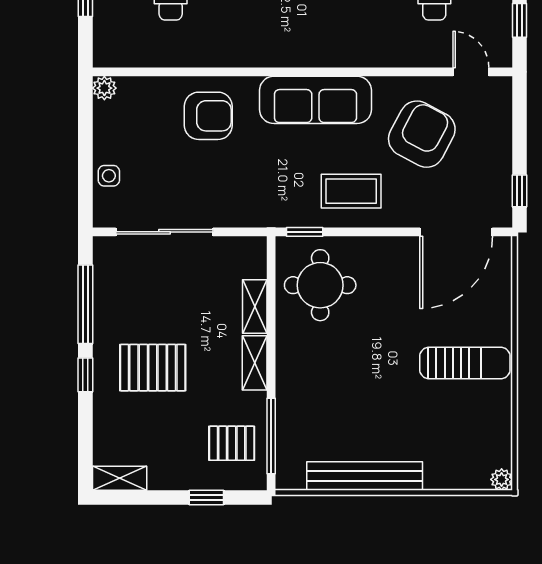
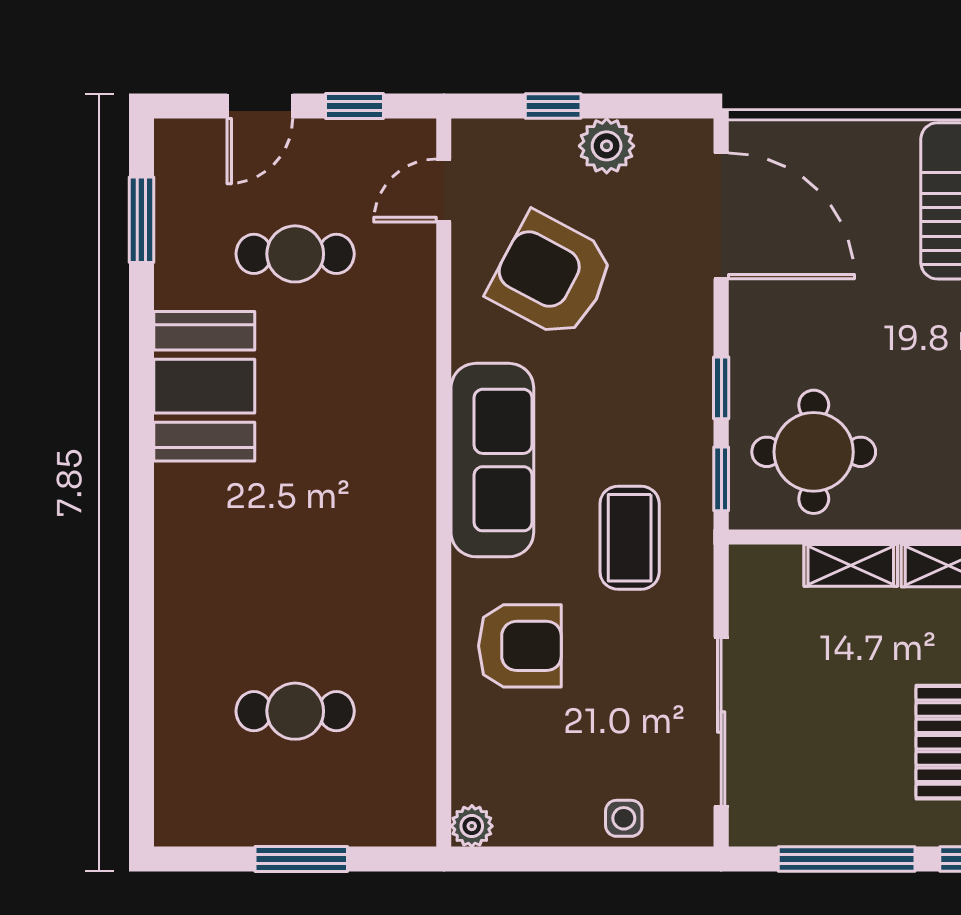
armchair: (208, 116) -> (520, 646), turned 90
plant: (497, 166) -> (607, 146), added
coffee table: (351, 191) -> (630, 538), moved
window: (520, 191) -> (553, 106), moved
window: (357, 232) -> (721, 388), added

